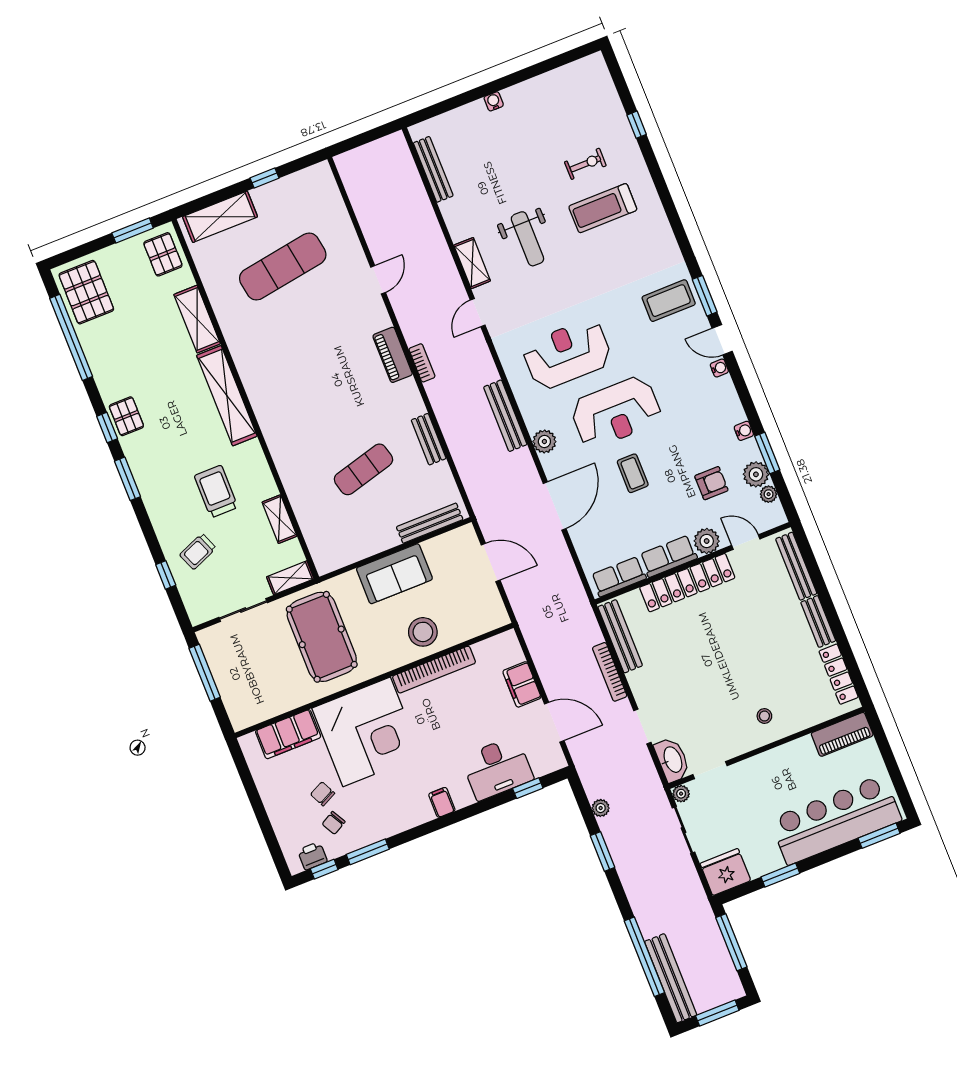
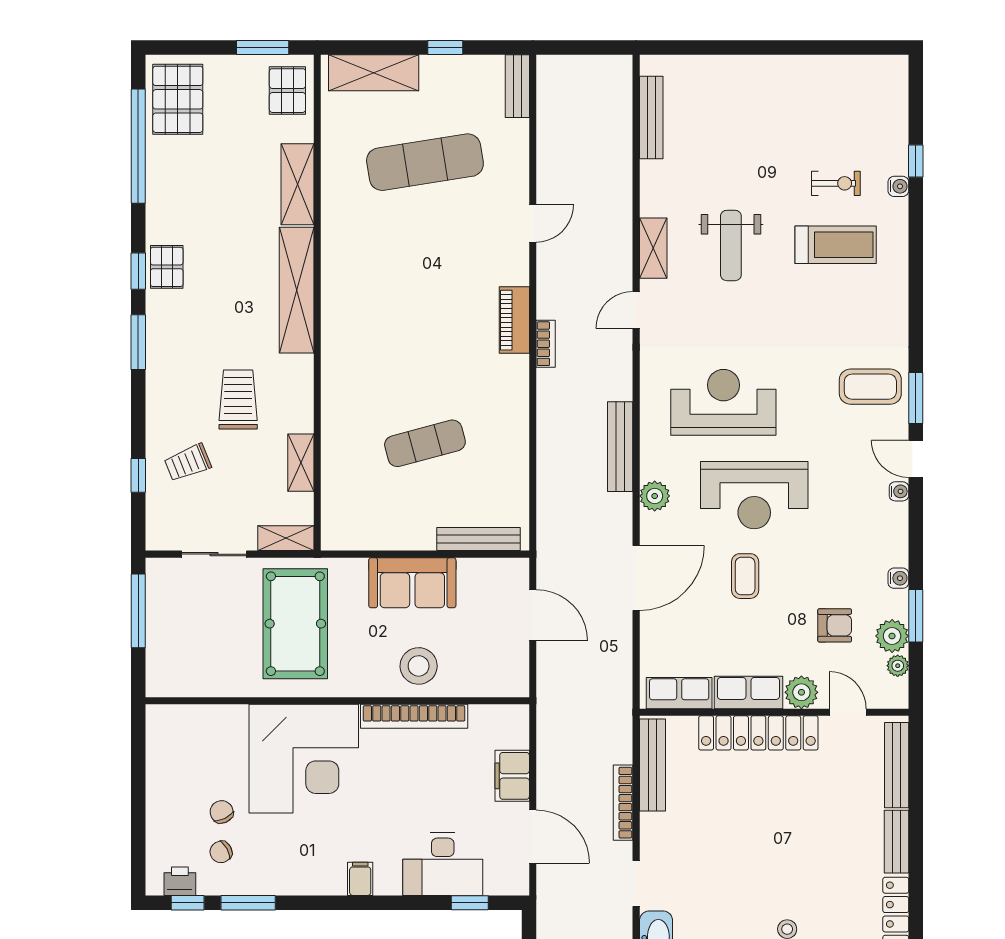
water cooler: (494, 101) -> (898, 186), moved, turned 90
treadmill: (603, 208) -> (836, 245), turned 180
bench: (429, 439) -> (517, 86), moved
filing cabinet: (288, 734) -> (209, 724), removed

